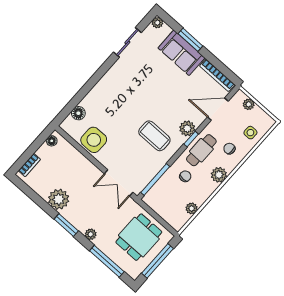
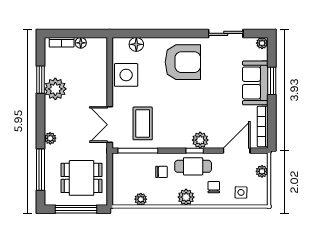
armchair: (121, 91) -> (183, 62), added
door: (218, 109) -> (237, 151), hinge flipped
coffee table: (154, 136) -> (143, 123), moved
floor lamp: (52, 141) -> (81, 43), moved
window: (66, 225) -> (40, 80), moved

